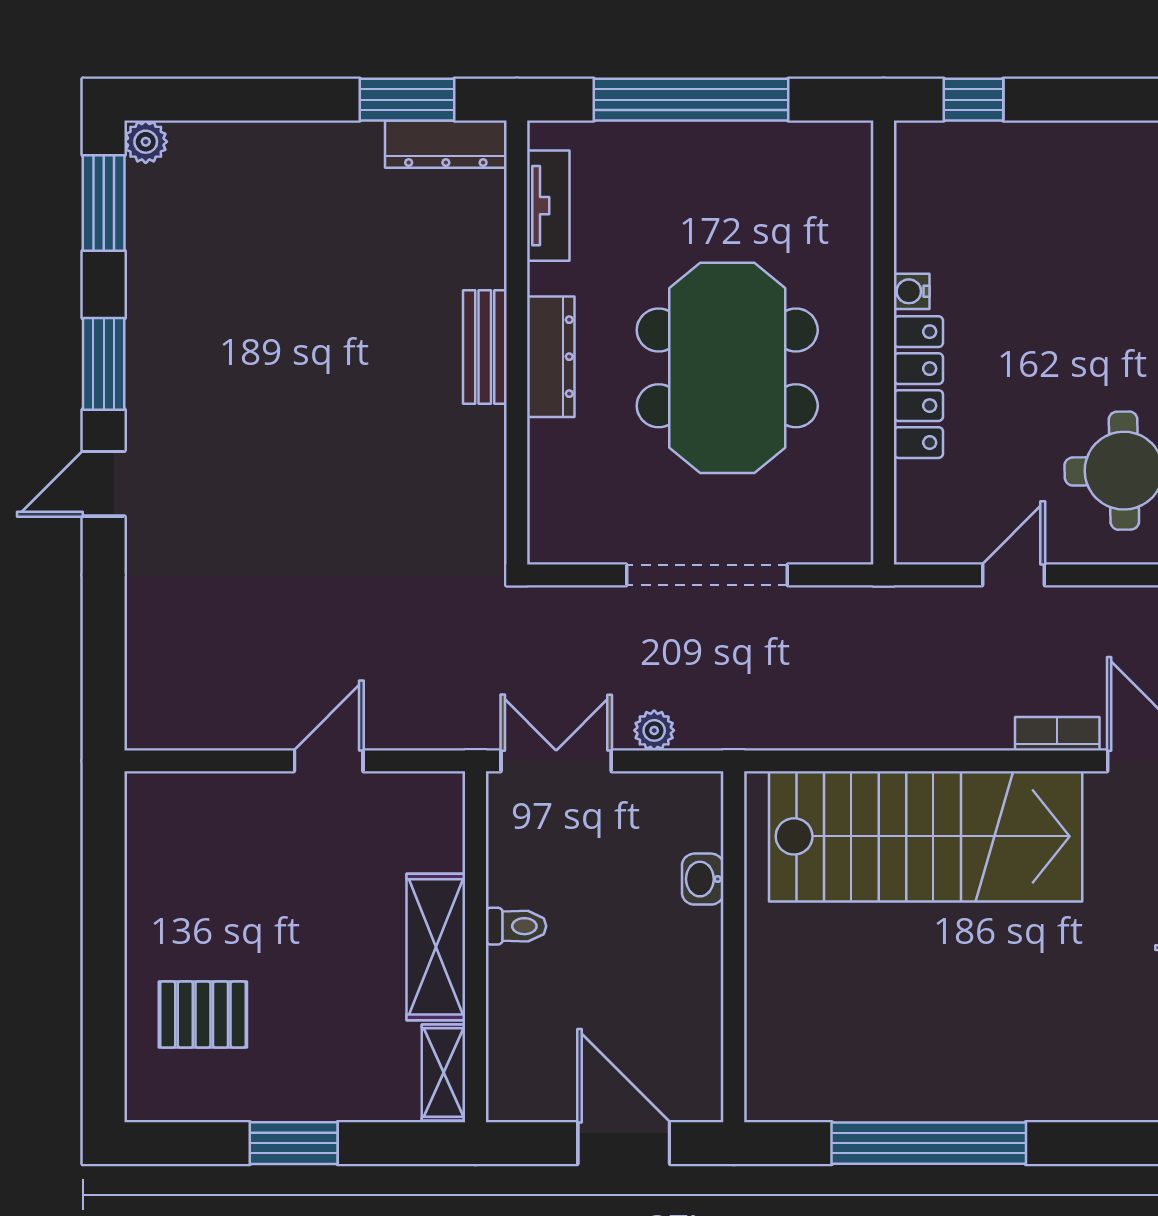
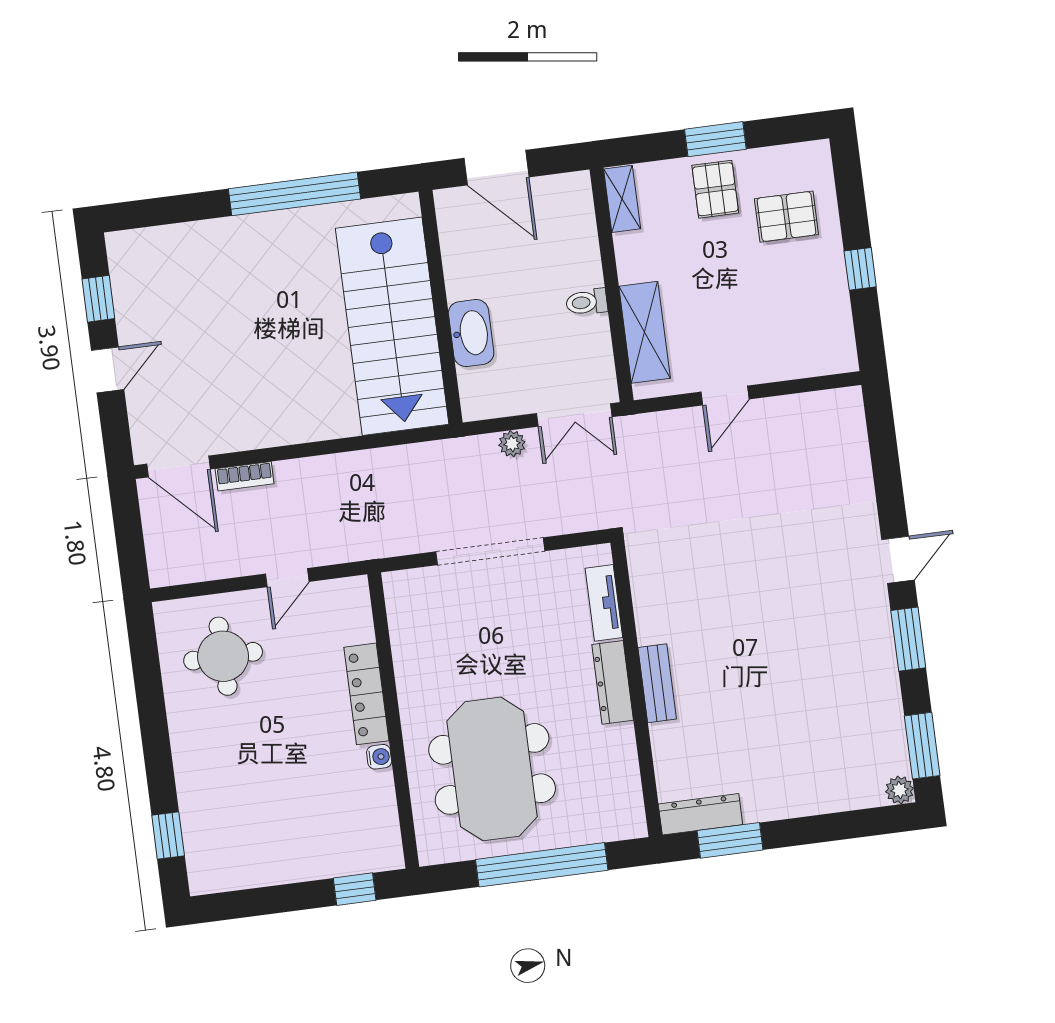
tv unit: (548, 206) -> (604, 603), moved
meeting table: (727, 368) -> (492, 769), moved
stairs: (926, 836) -> (392, 326), moved, turned -90
washbasin: (703, 879) -> (471, 333), width x1.91, depth x1.45
window: (104, 923) -> (860, 269), added
shelving: (436, 947) -> (645, 332), moved
pallet: (303, 1069) -> (715, 189), added

